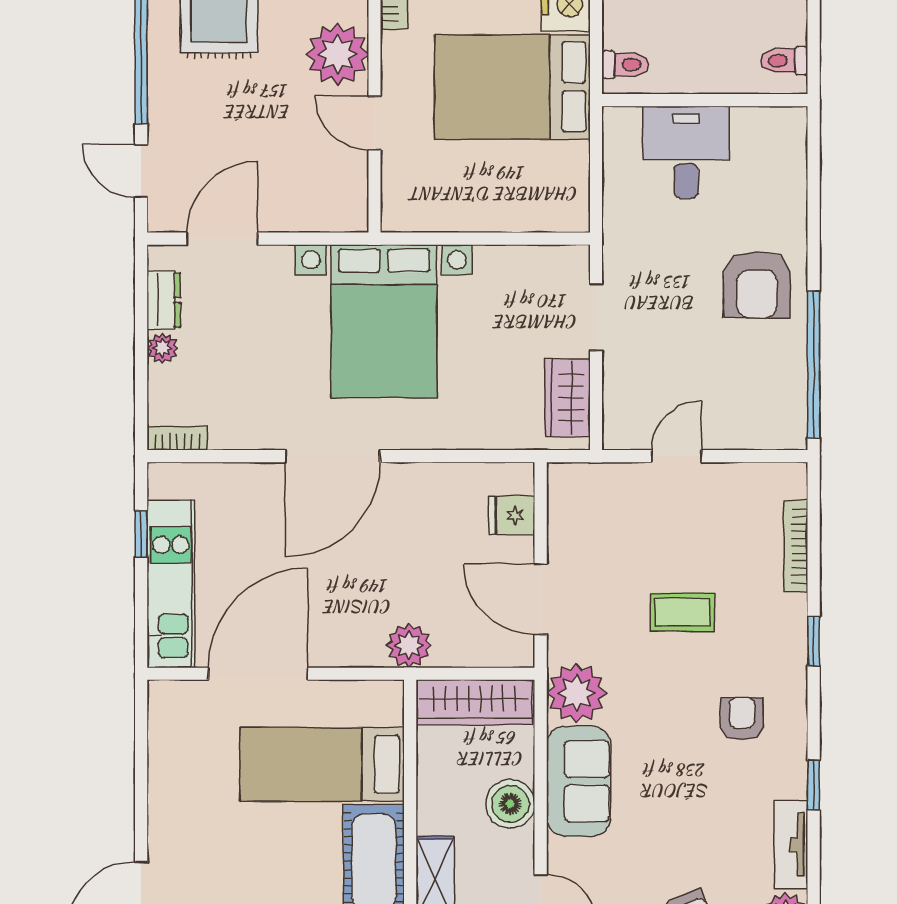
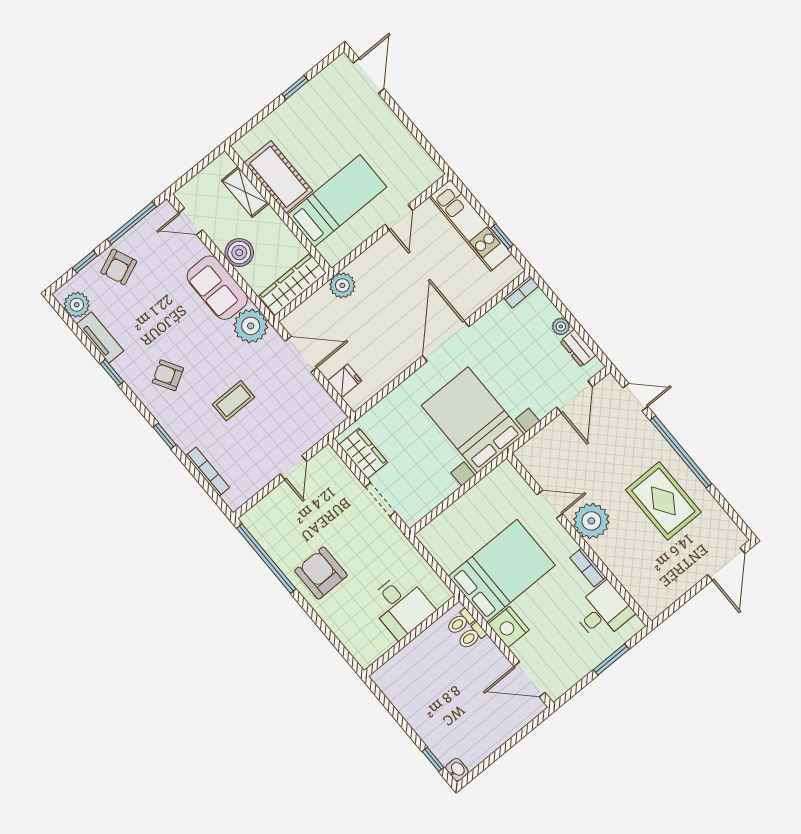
toilet: (784, 61) -> (472, 636), moved, turned 180
door: (258, 674) -> (399, 217), width x0.53
armchair: (742, 719) -> (168, 375), turned 150

